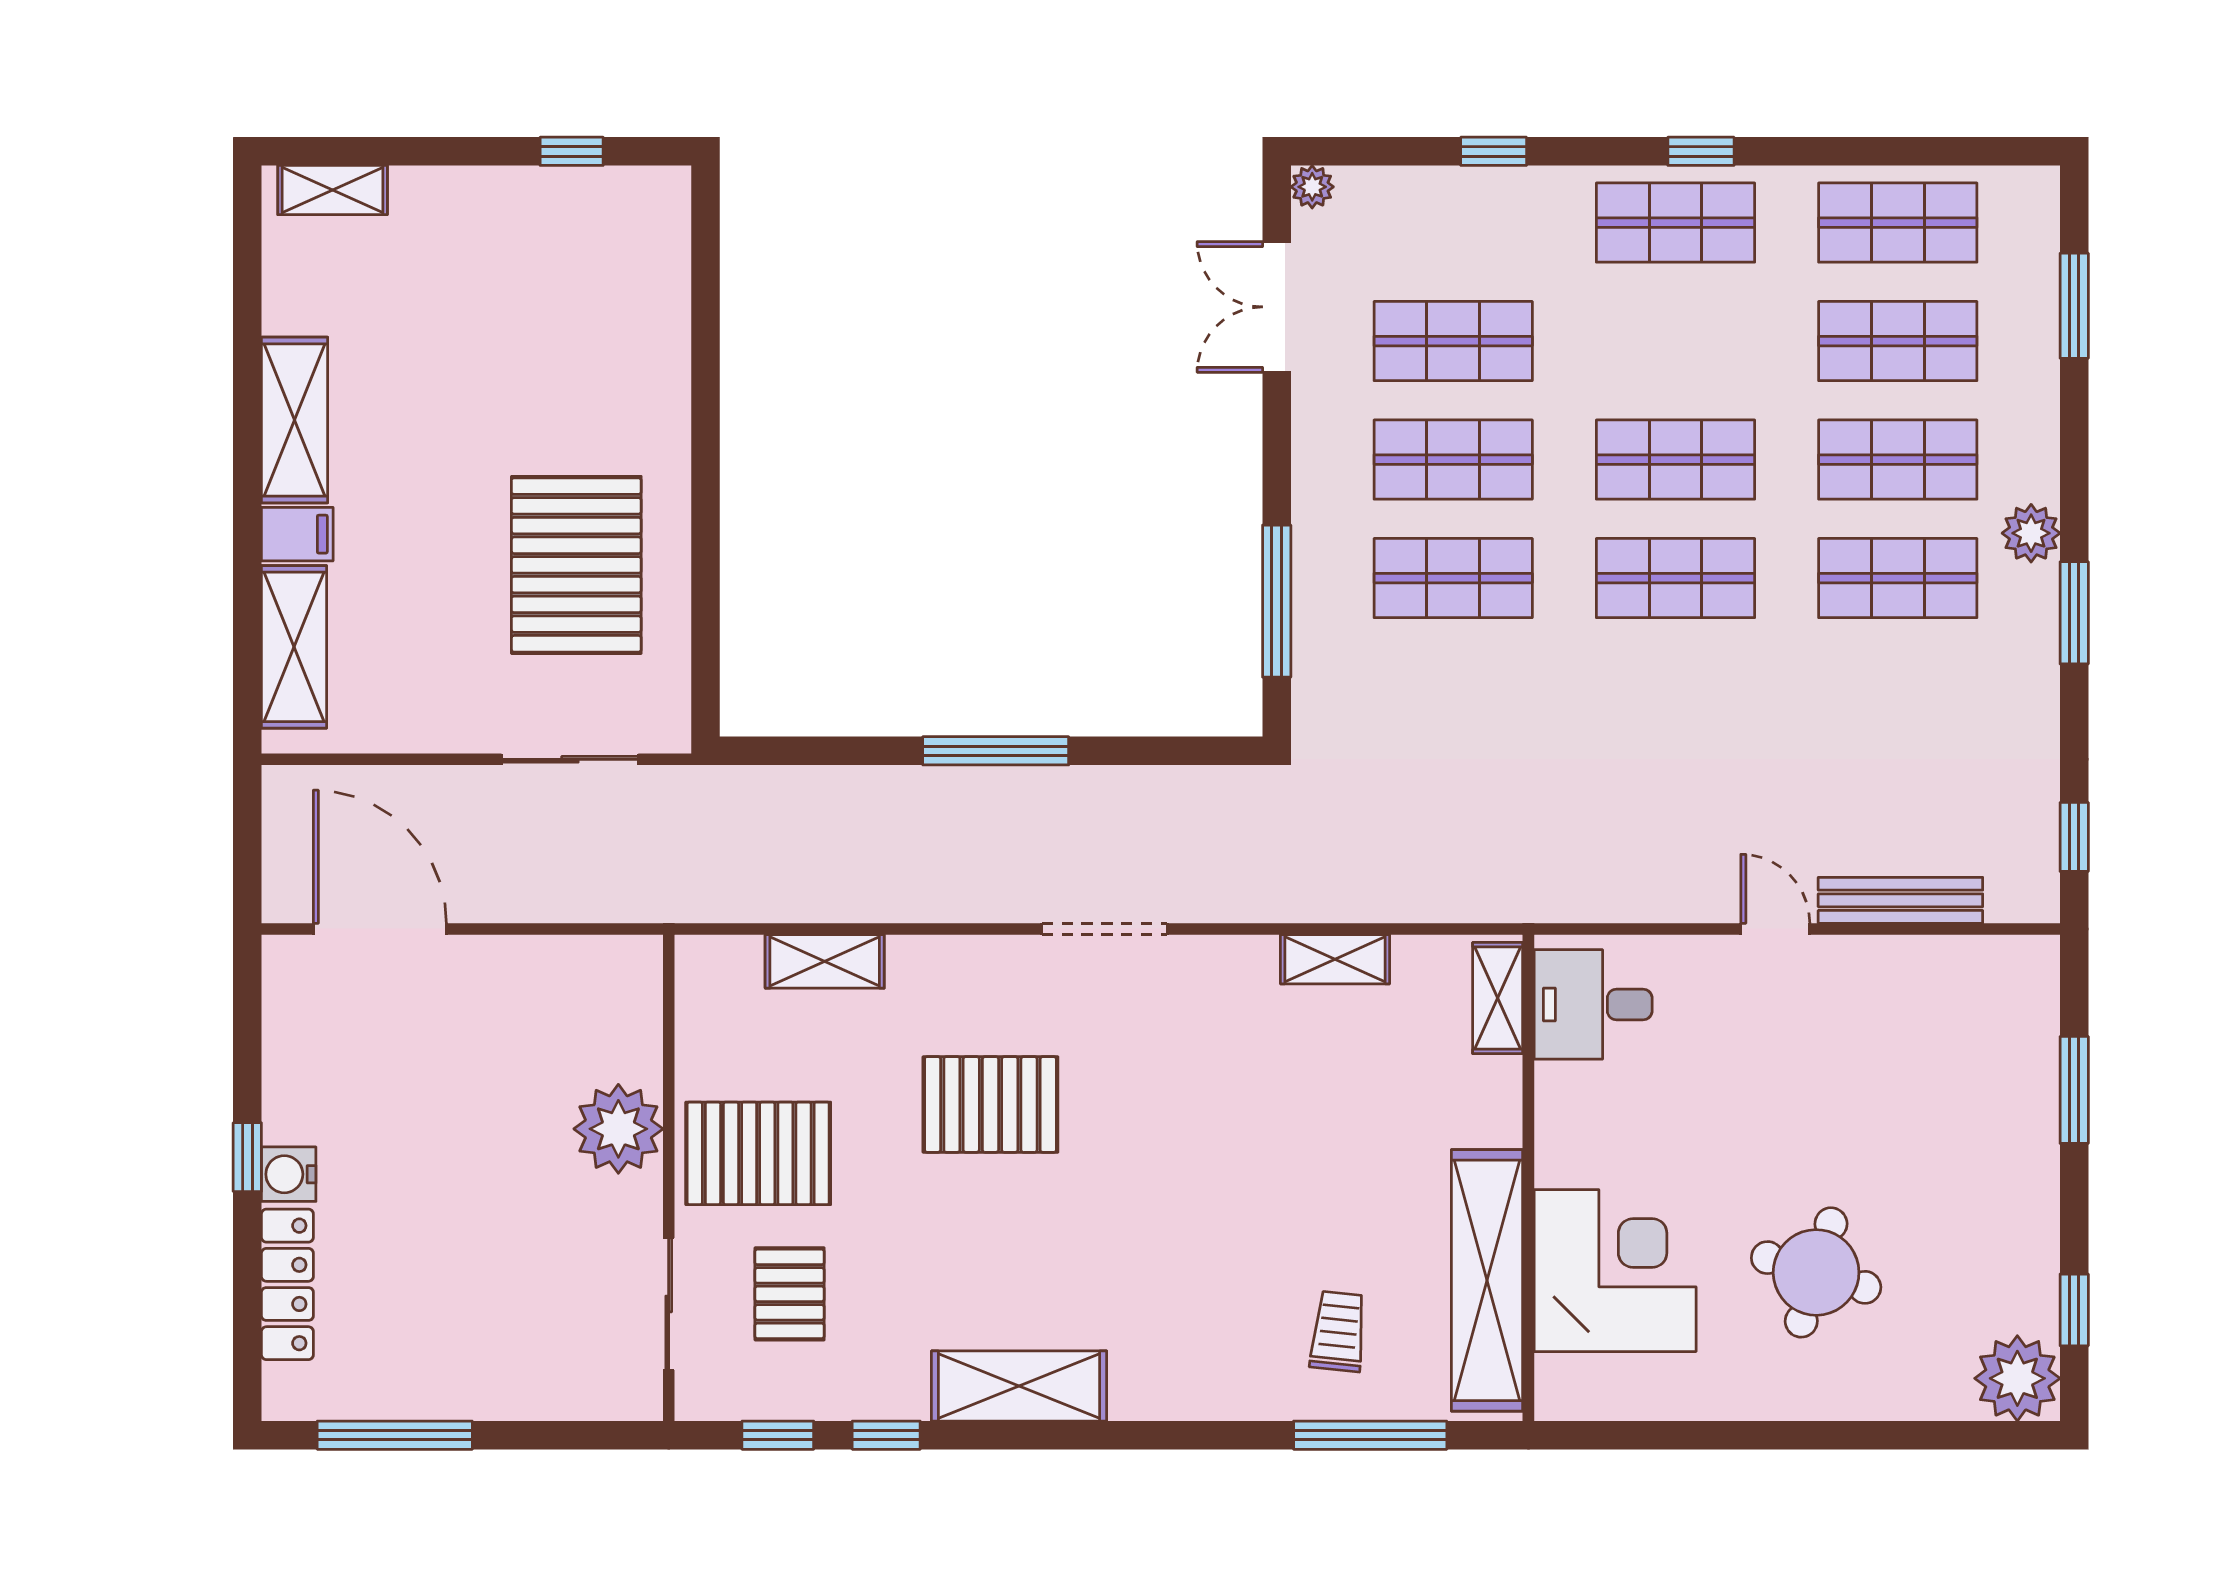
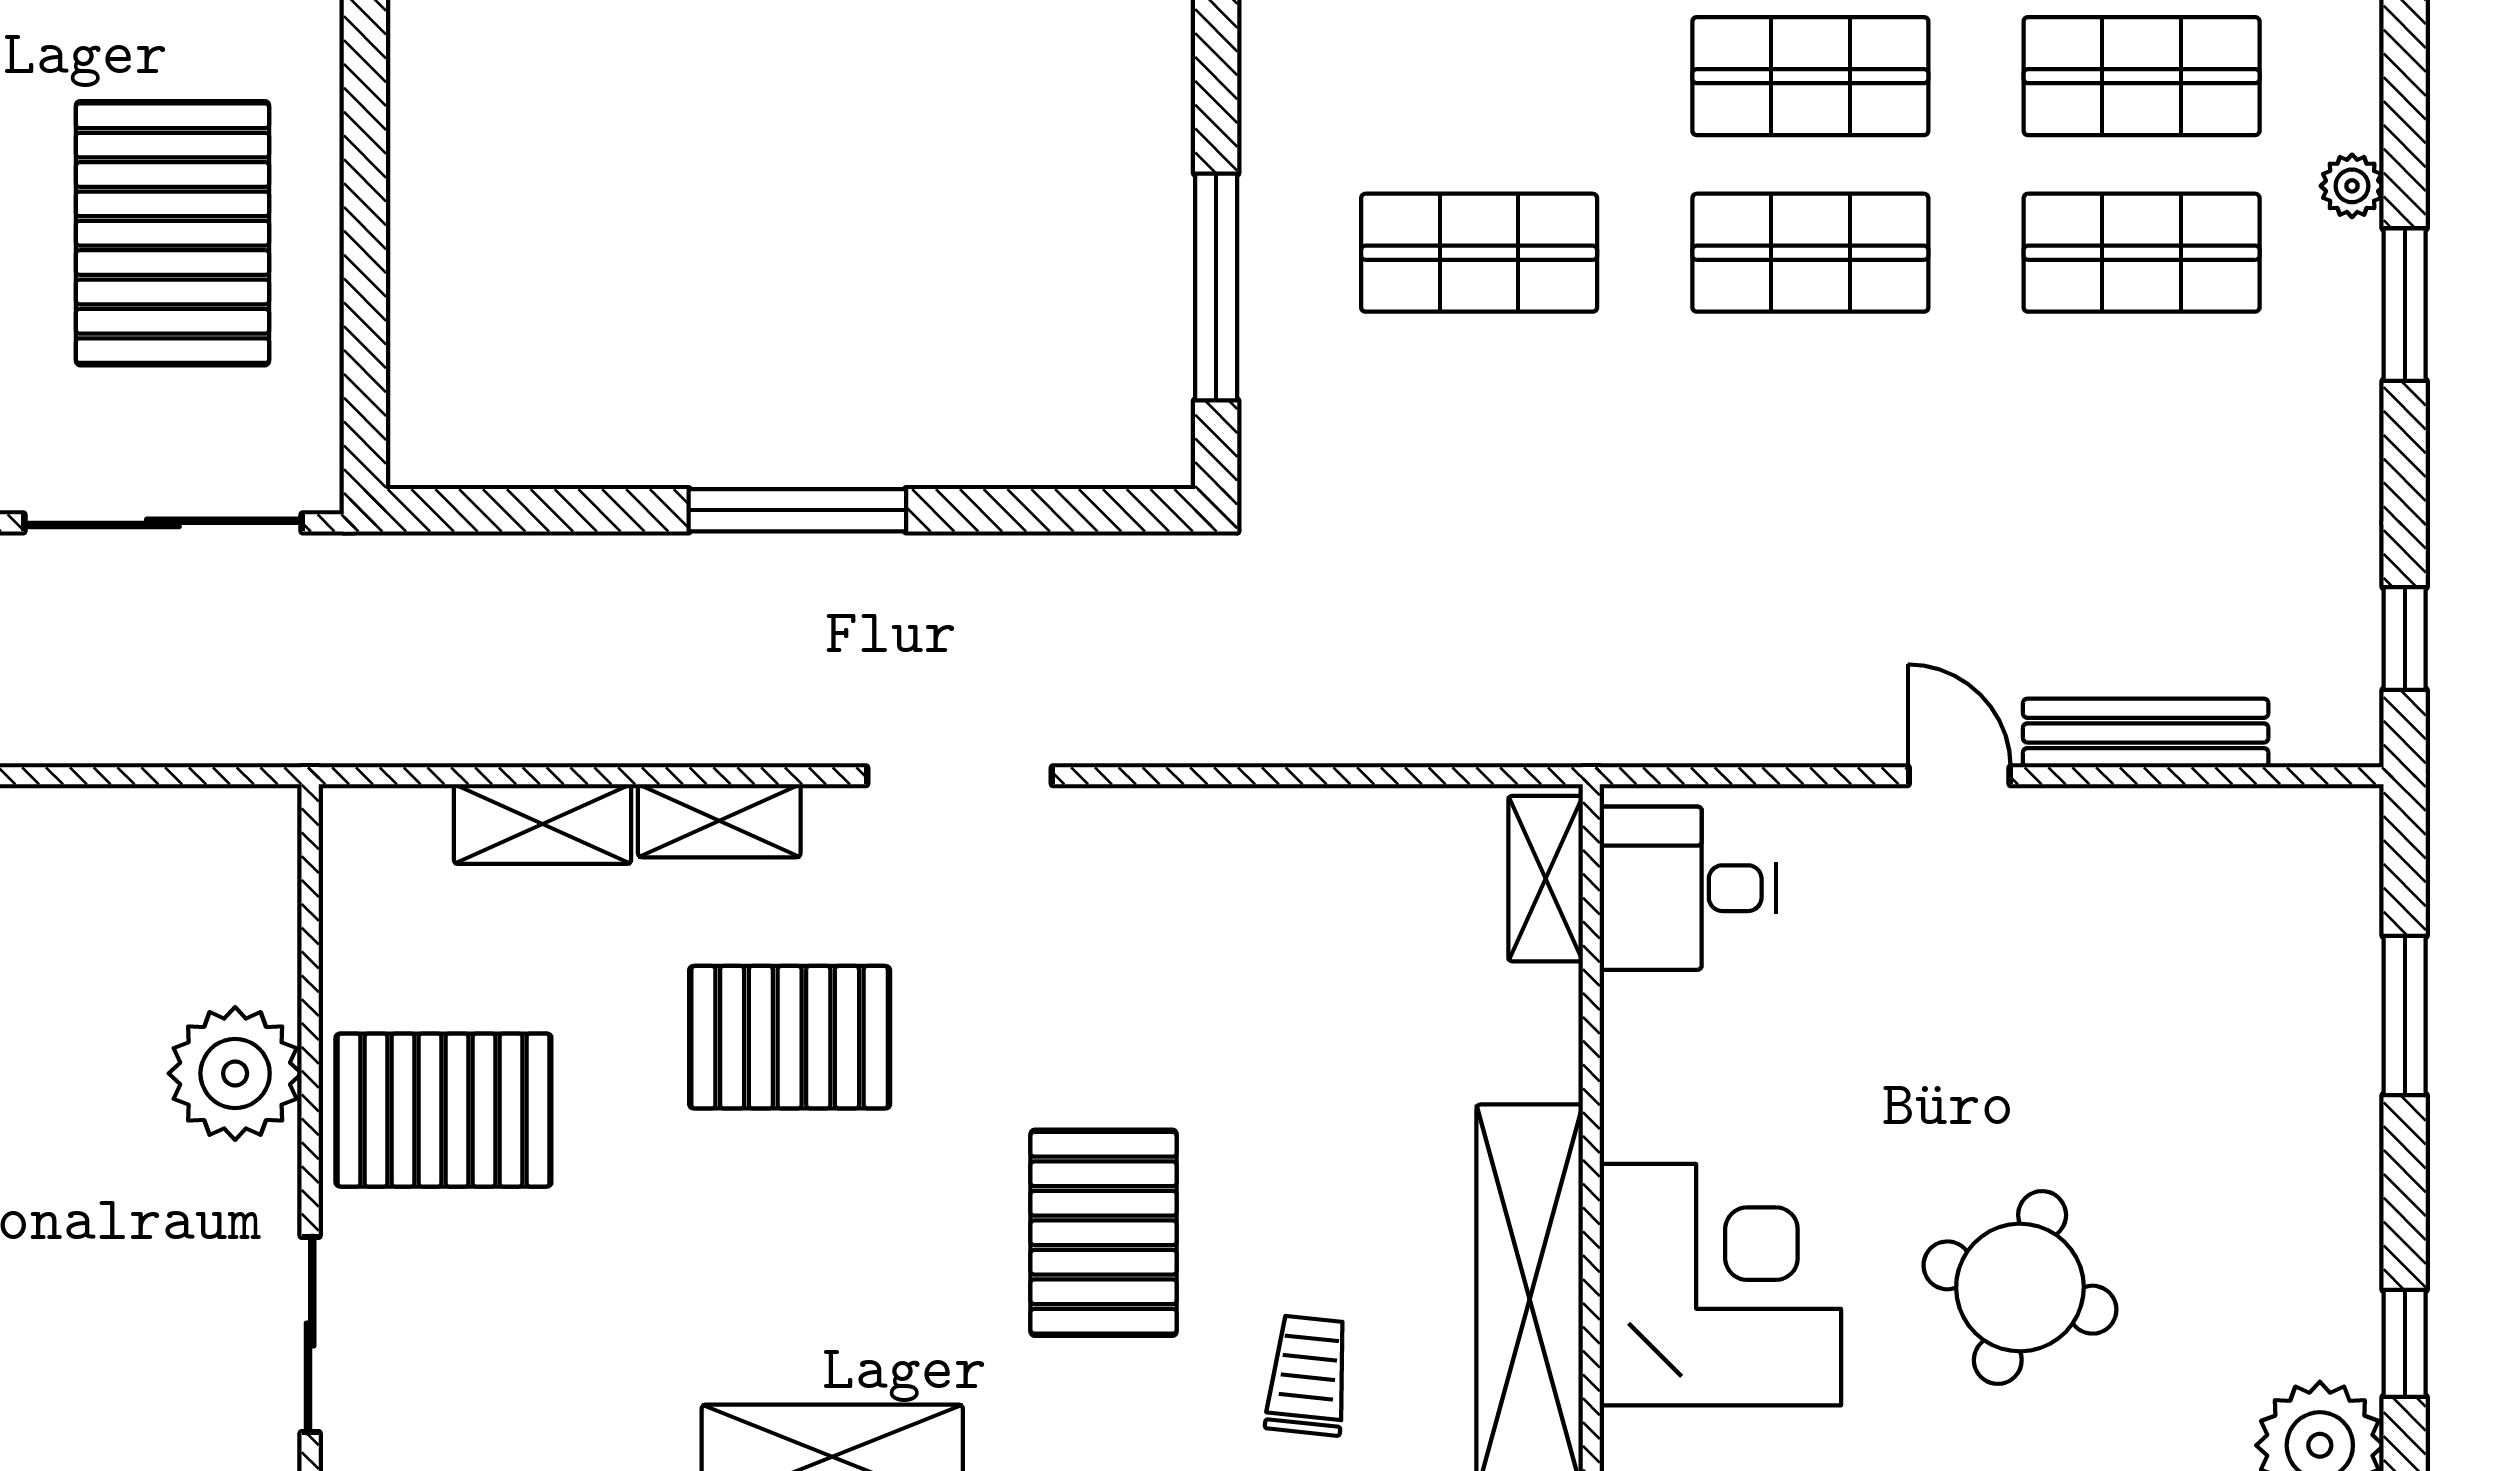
shop shelf: (1453, 460) -> (1479, 76), removed
plant: (2031, 533) -> (2352, 186), width x0.73, depth x0.73
sliding door: (570, 759) -> (163, 523), width x1.37
shelving: (1335, 959) -> (719, 821), moved
pallet: (790, 1294) -> (1104, 1233), moved, width x1.50, depth x1.42

